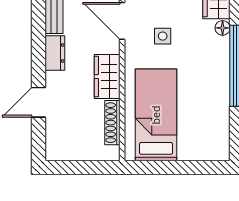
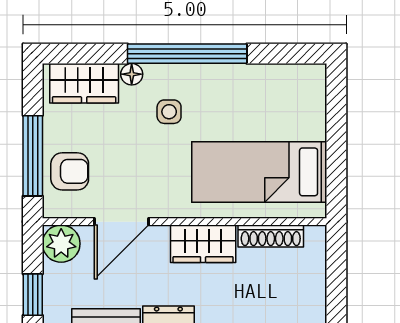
side table: (163, 36) -> (169, 112), moved

